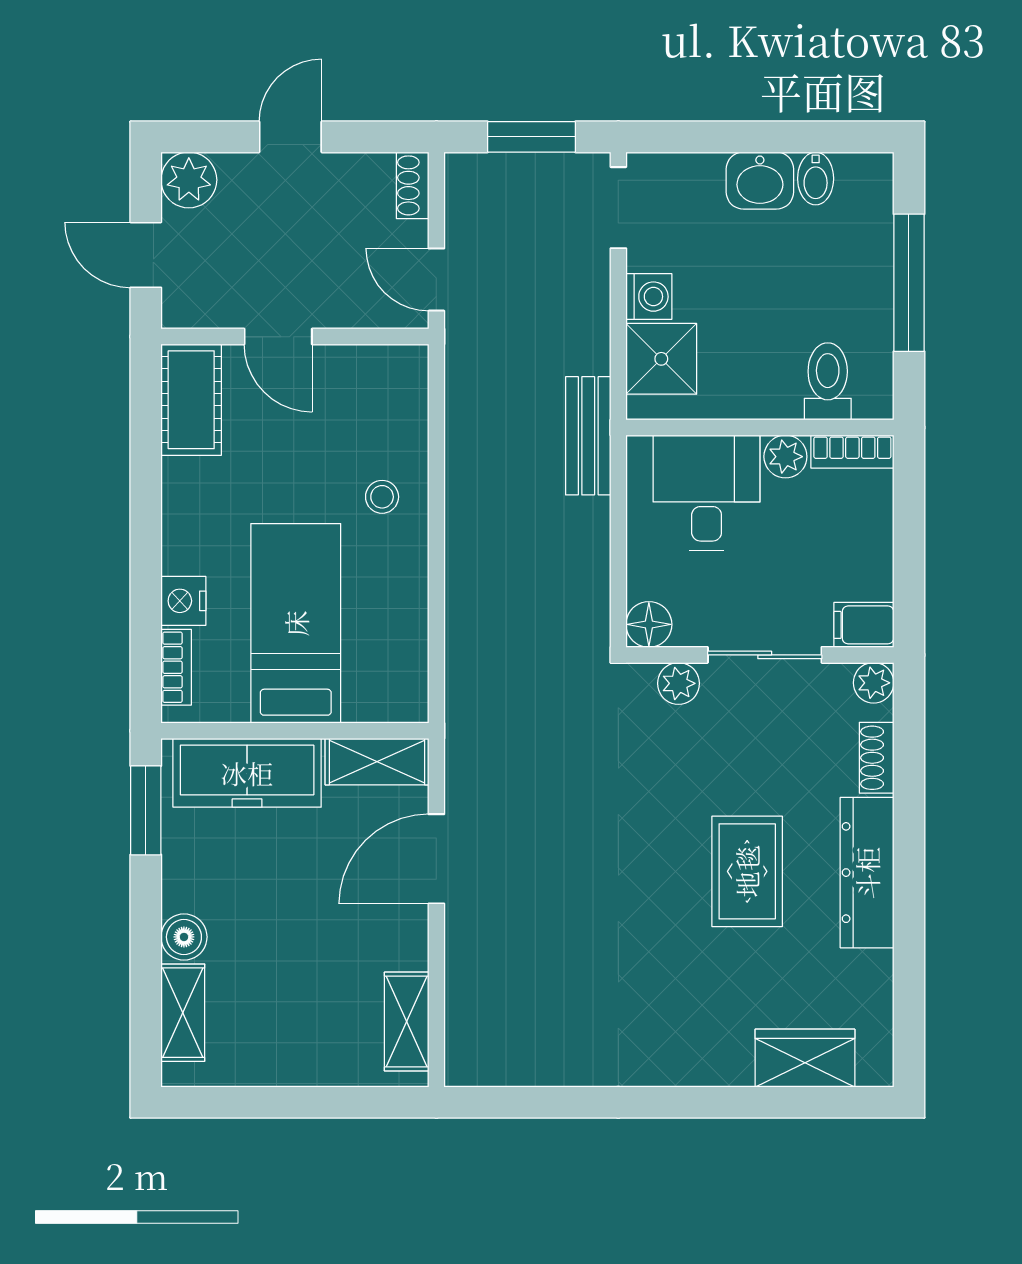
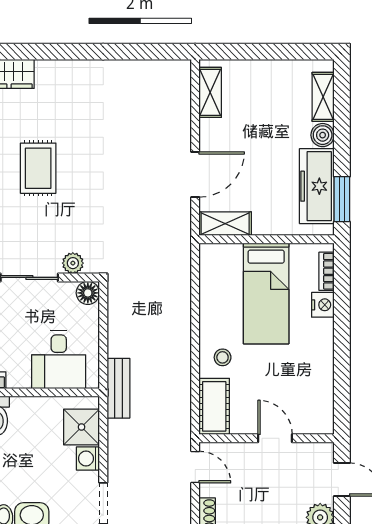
cot: (191, 400) -> (214, 406), moved
plant: (785, 457) -> (19, 378), removed
freezer: (247, 773) -> (317, 186), moved, turned -90

